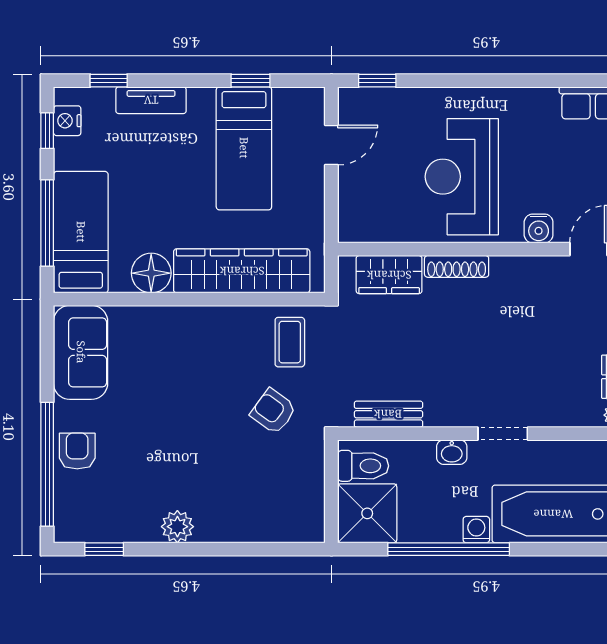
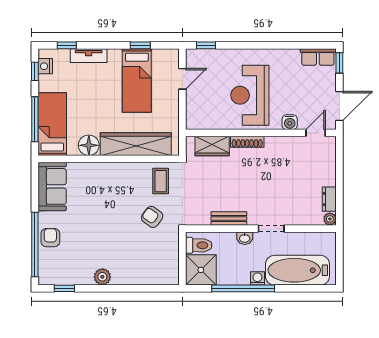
bench: (388, 414) -> (229, 218), moved

